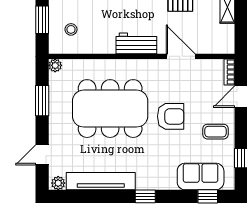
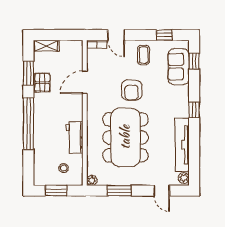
workbench: (136, 43) -> (75, 138), moved
armchair: (171, 116) -> (132, 90), turned 180

